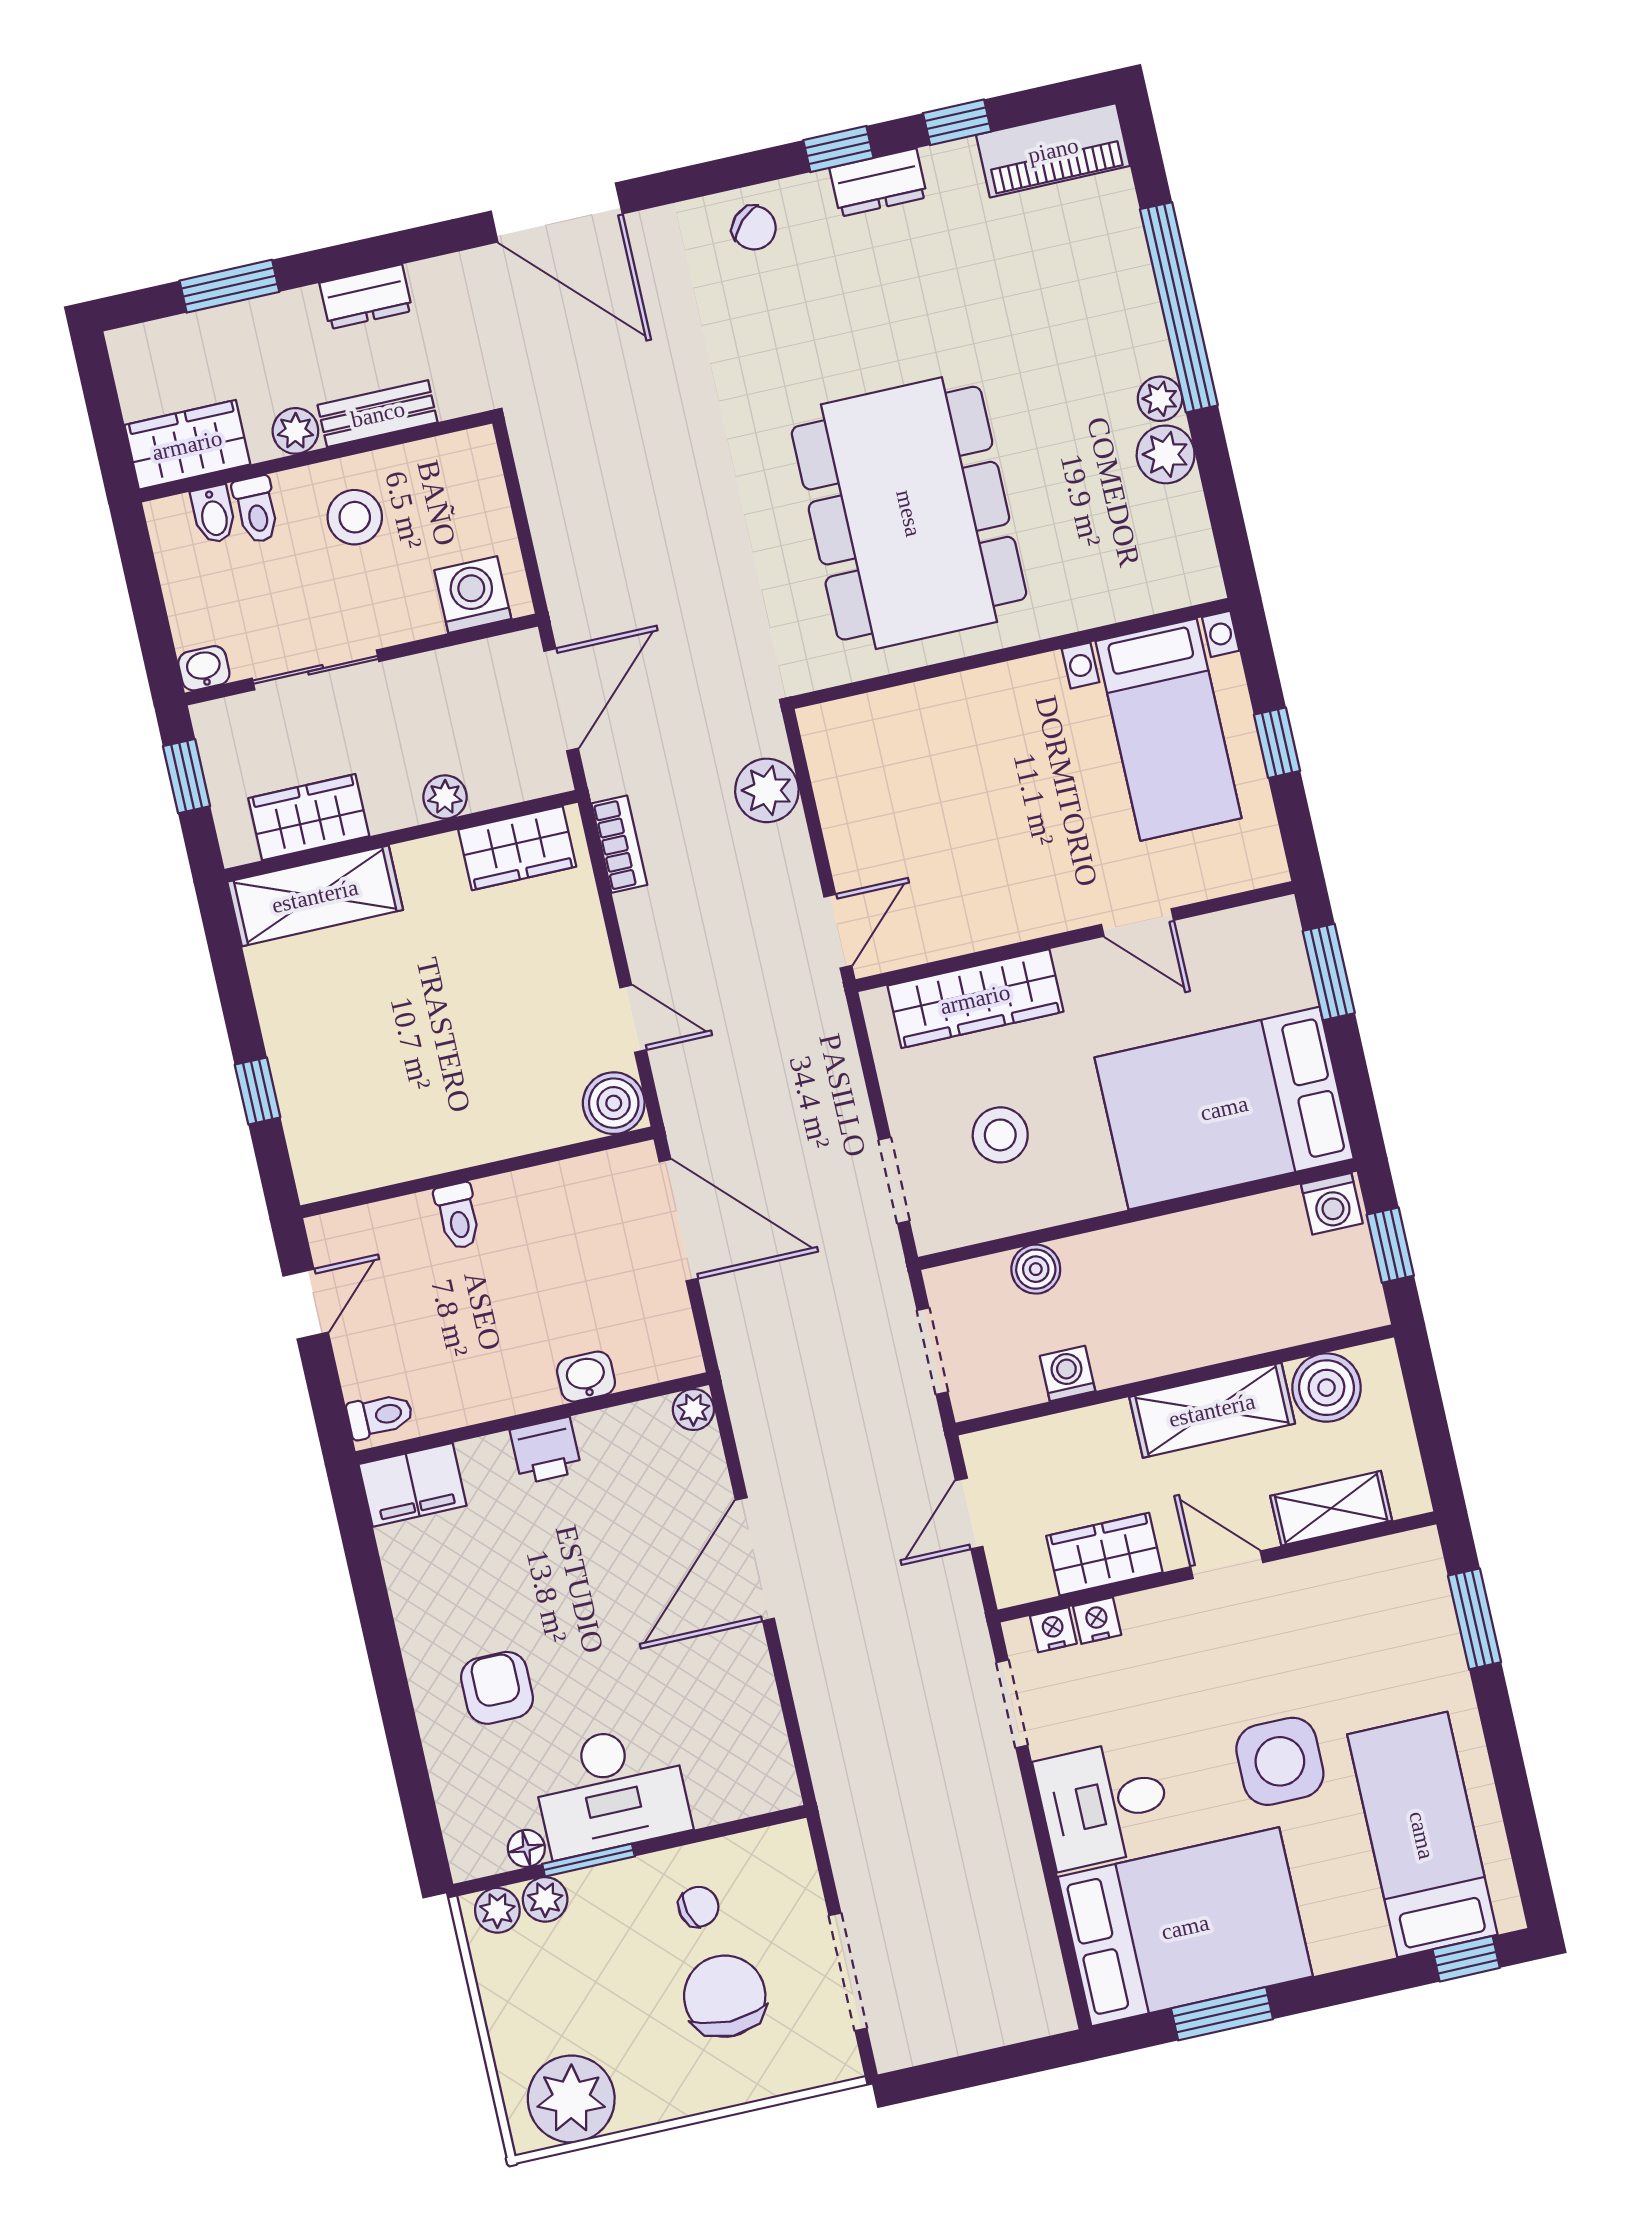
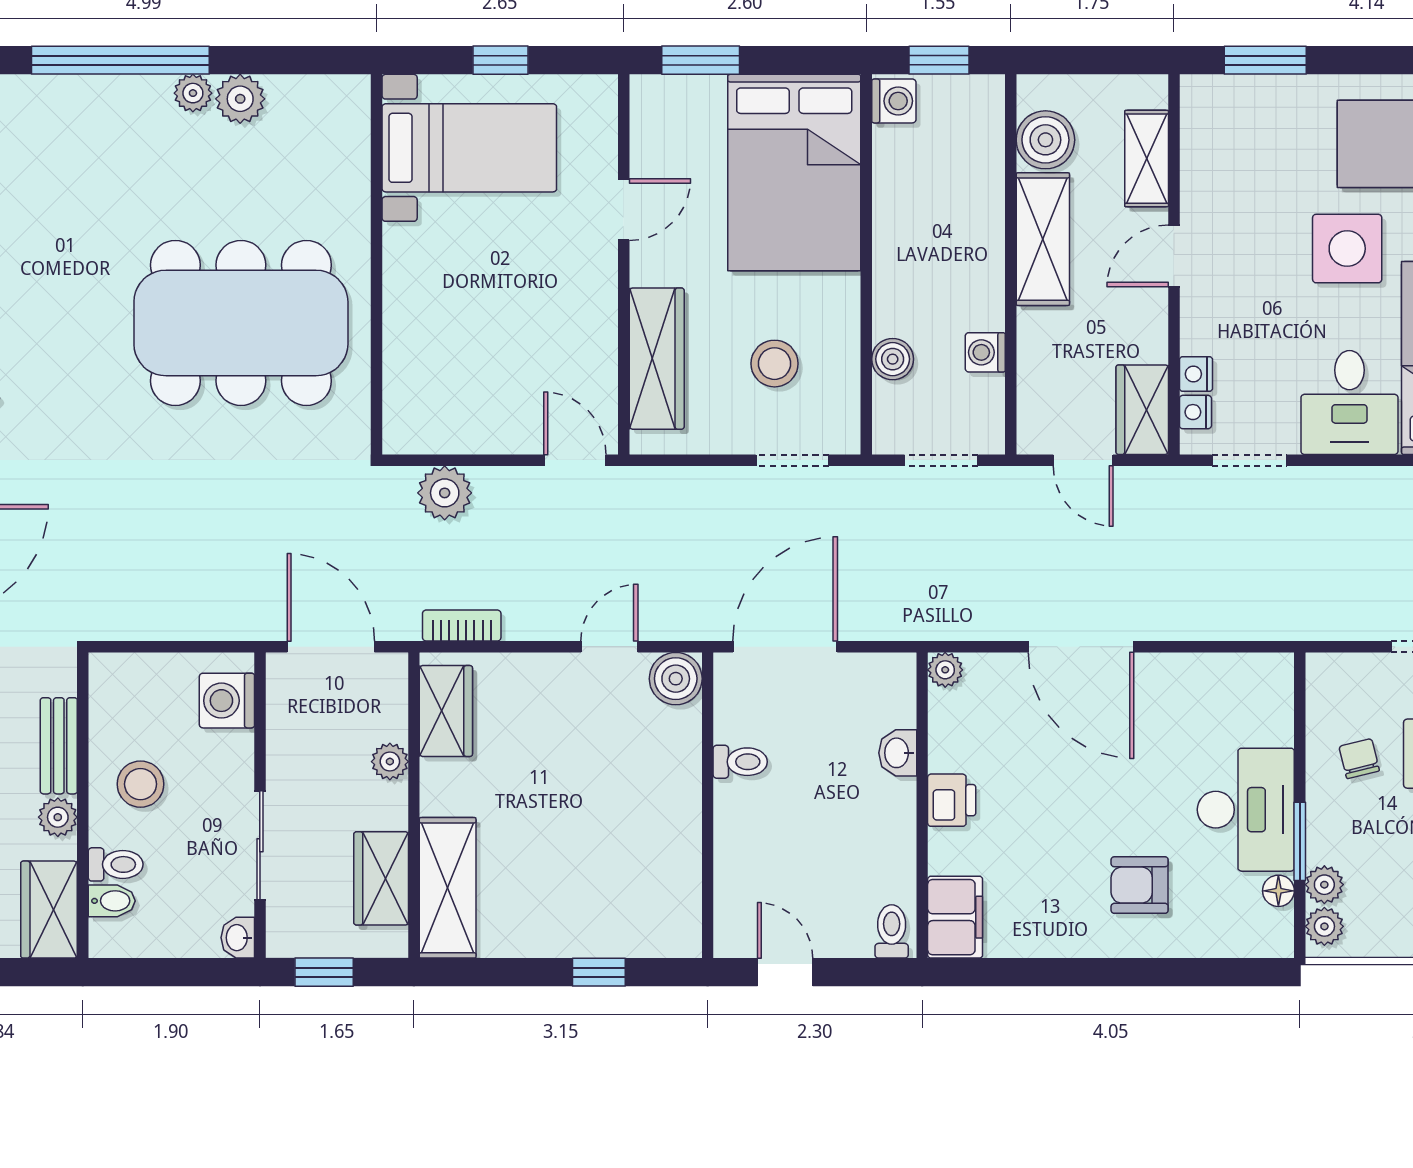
toilet: (458, 1216) -> (740, 762), moved
wardrobe: (1104, 1554) -> (1142, 410), moved

